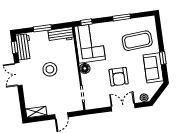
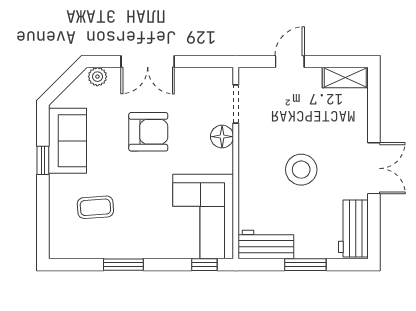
coffee table: (137, 41) -> (95, 207), width x0.54, depth x0.58
window: (15, 47) -> (374, 230), removed
floor lamp: (85, 68) -> (222, 137), moved
armchair: (119, 77) -> (148, 132), turned 90

